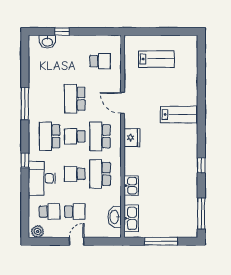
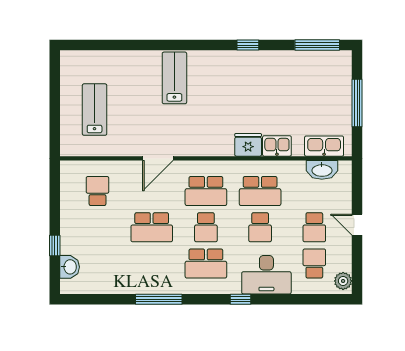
fridge: (132, 138) -> (248, 145), moved
school desk: (75, 212) -> (314, 227), turned 180

